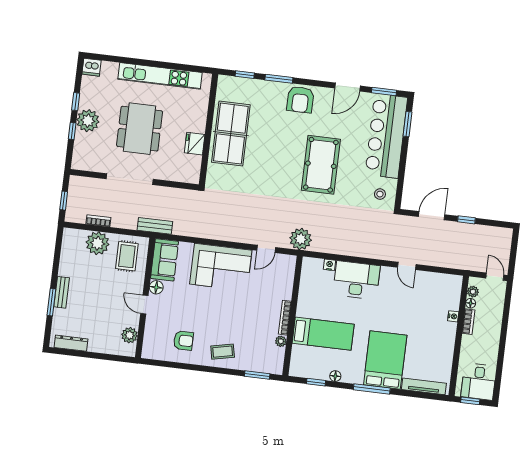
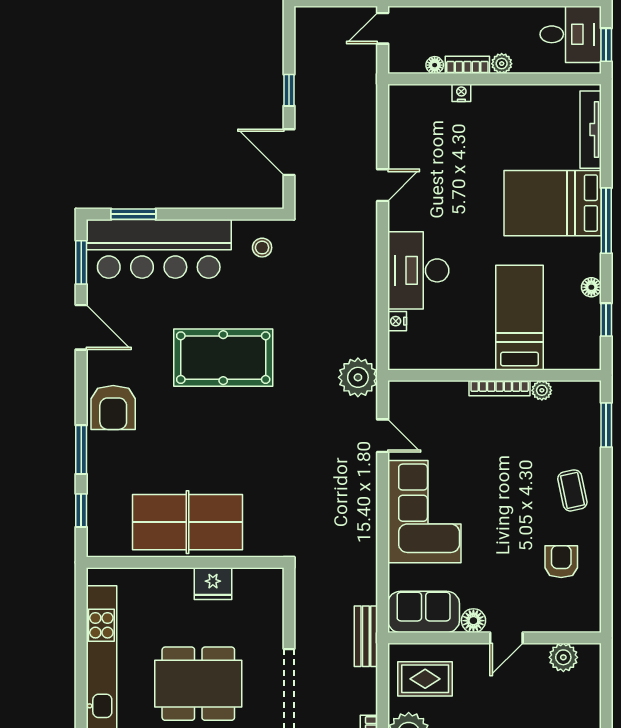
armchair: (300, 100) -> (113, 407), turned 90
plant: (473, 292) -> (502, 64), moved

